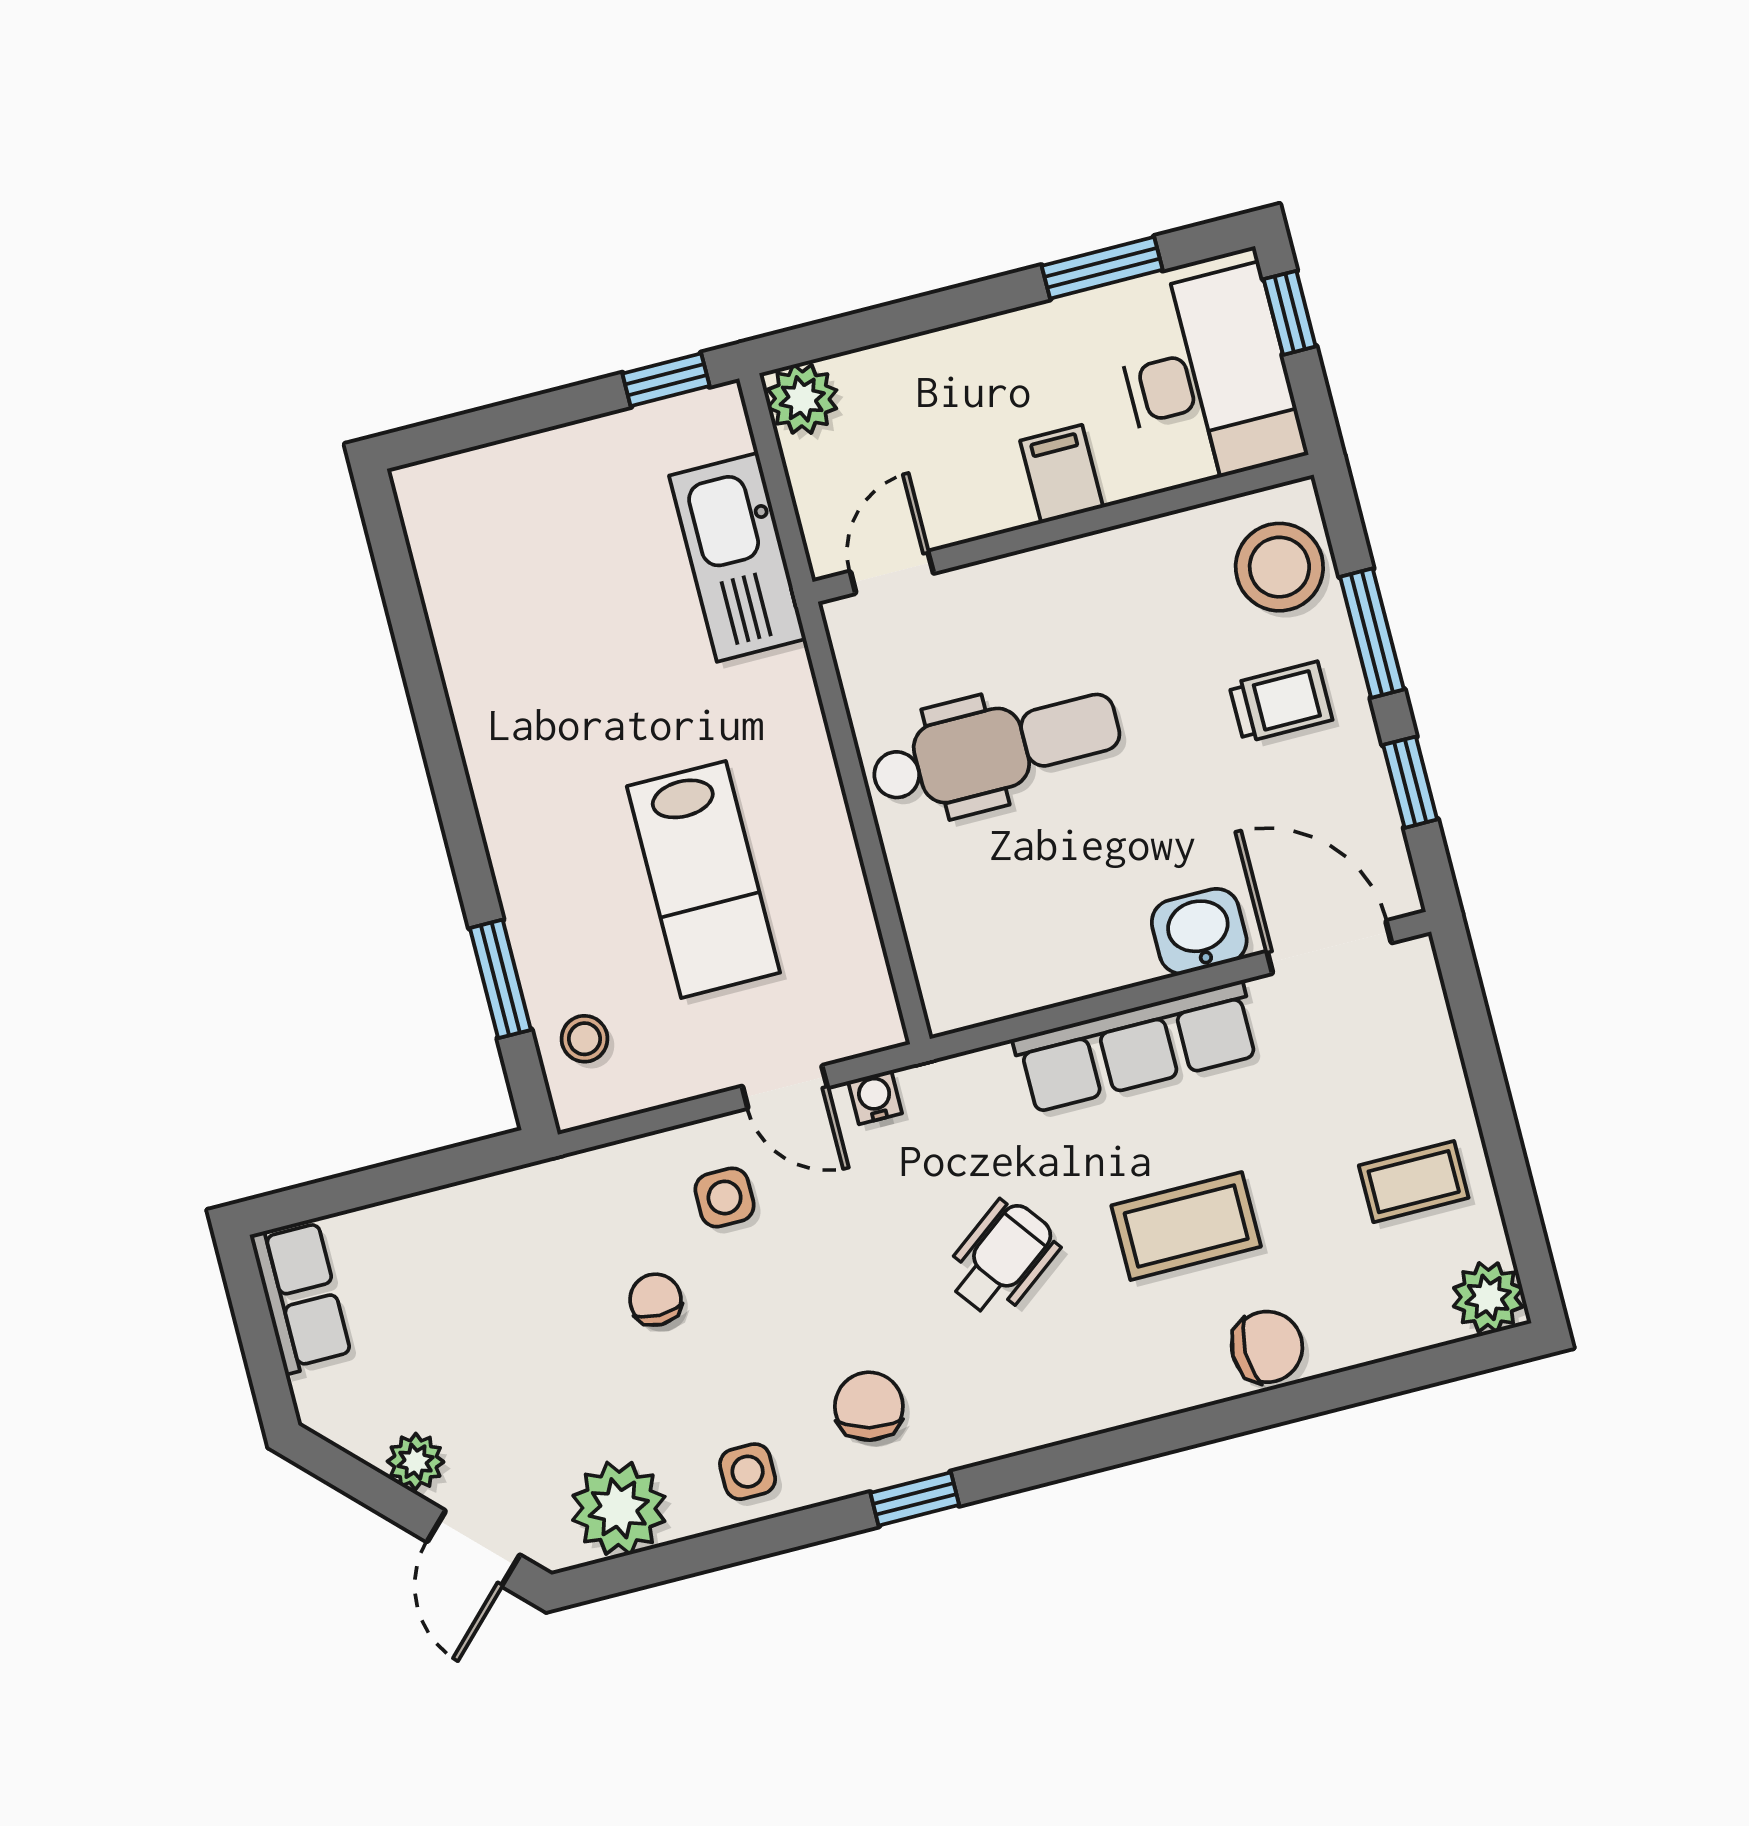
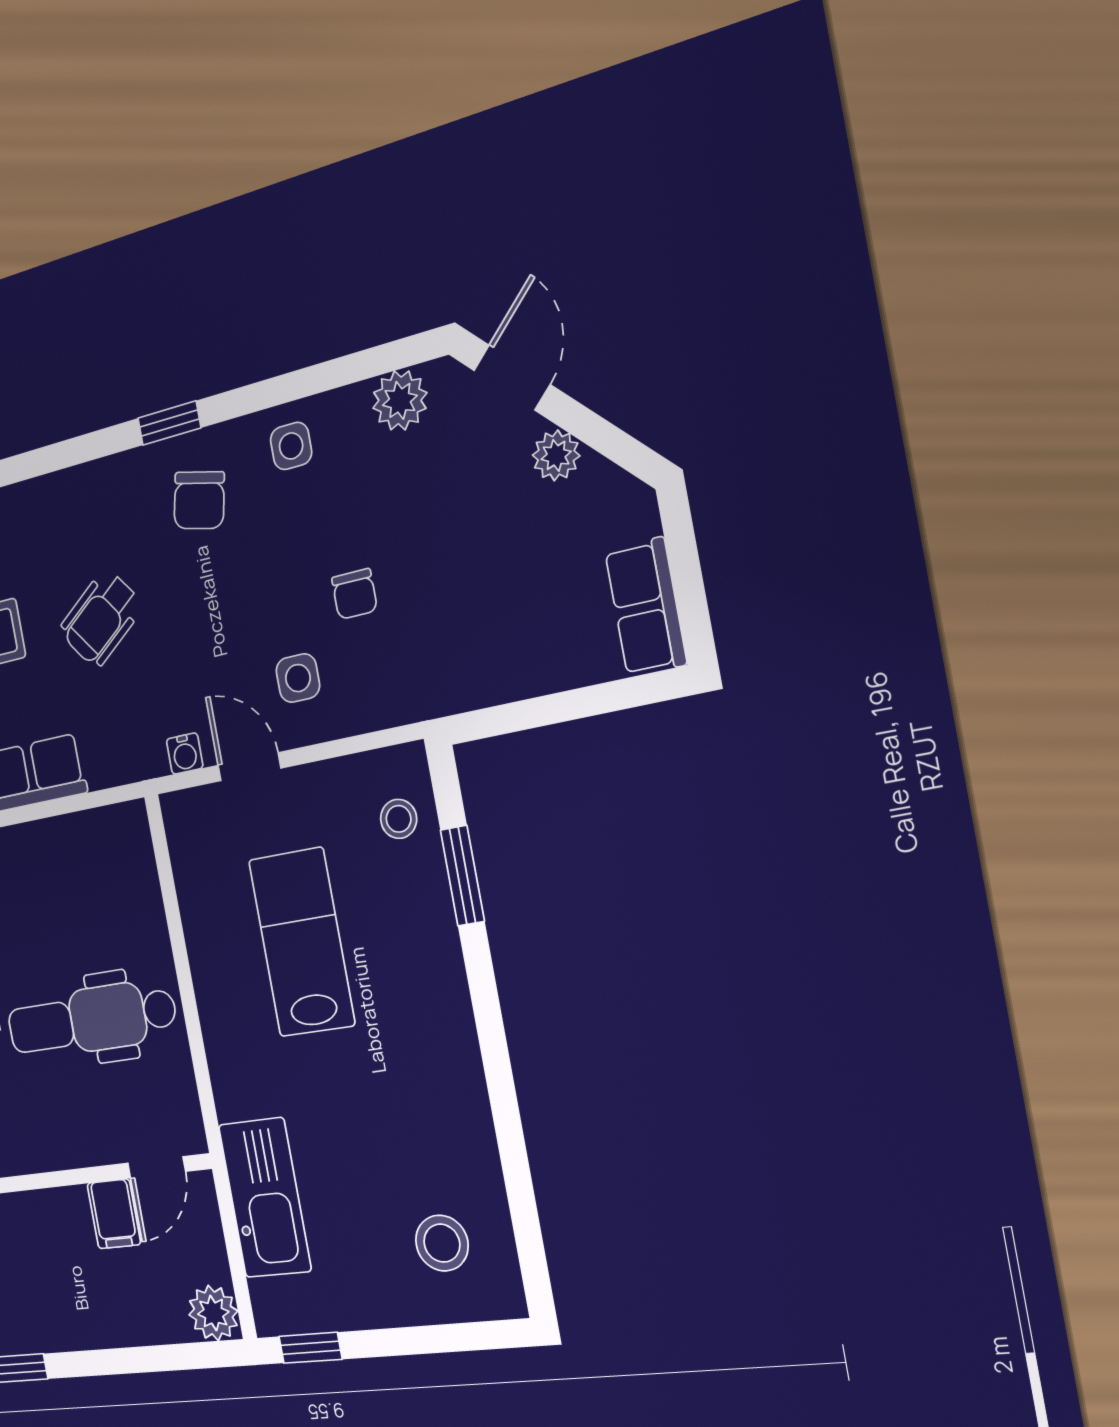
filing cabinet: (1062, 474) -> (114, 1214), moved
stool: (501, 539) -> (442, 1243), added
plant: (619, 1508) -> (400, 400), width x0.73, depth x0.73

